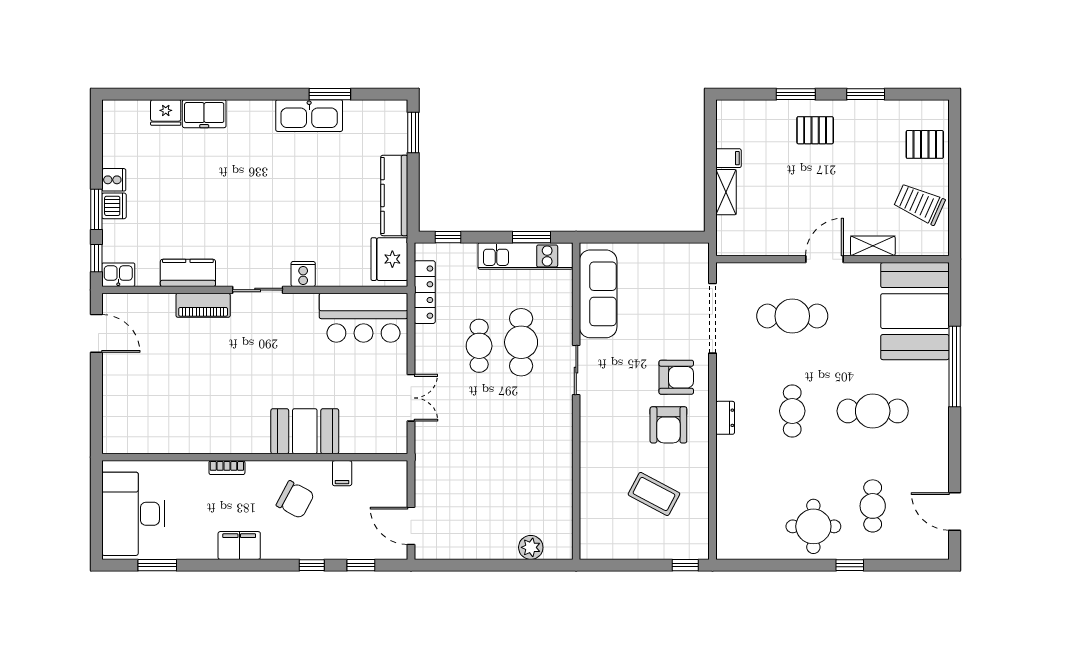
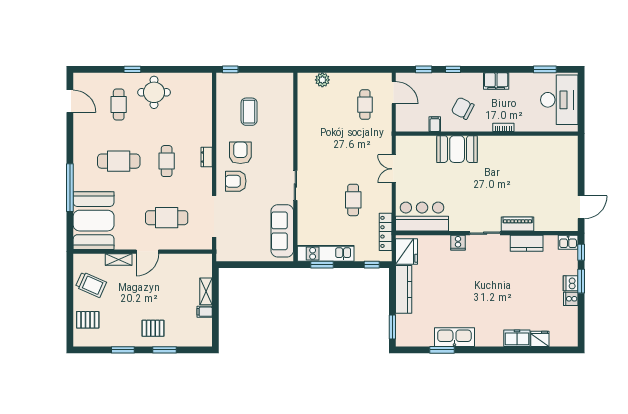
door: (96, 333) -> (581, 207), swing flipped
cafe table: (521, 342) -> (365, 105), moved, width x0.73, depth x0.74
coffee table: (654, 494) -> (249, 112), turned 62

